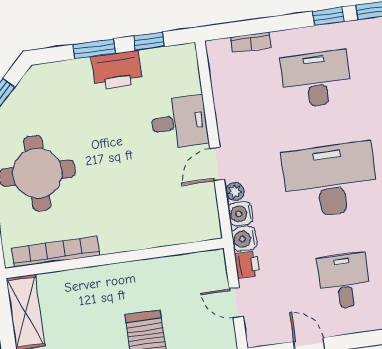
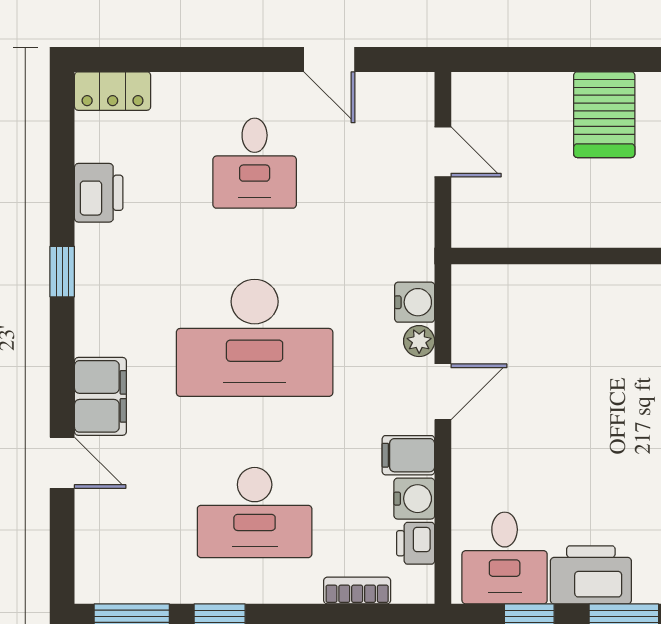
desk: (179, 122) -> (505, 558), moved, turned -90
filing cabinet: (232, 125) -> (408, 455), added
water cooler: (244, 239) -> (414, 499), moved
printer: (247, 265) -> (416, 543), moved

